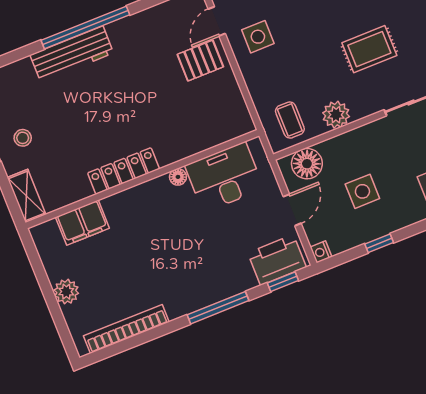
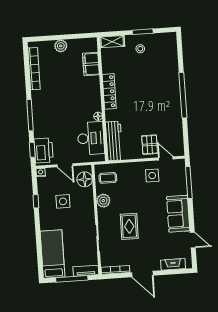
workbench: (72, 54) -> (114, 141), moved, turned 180

